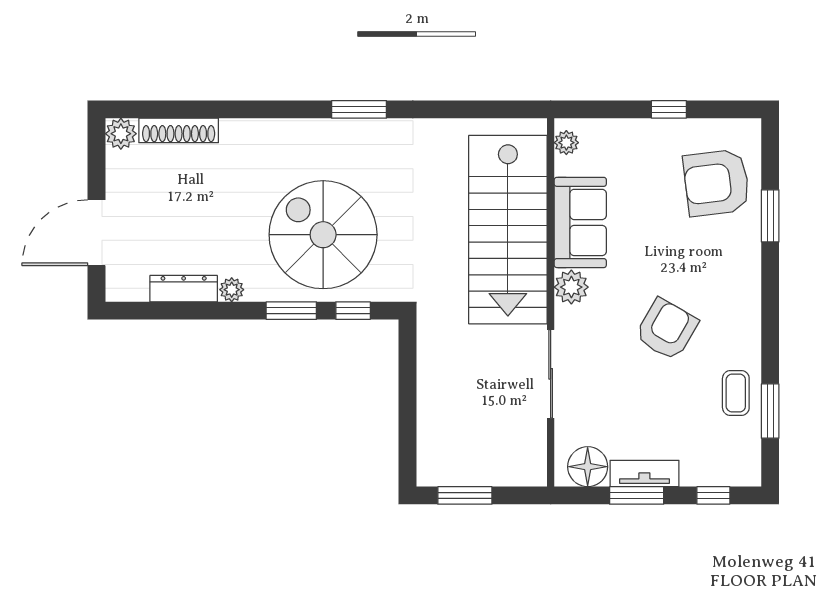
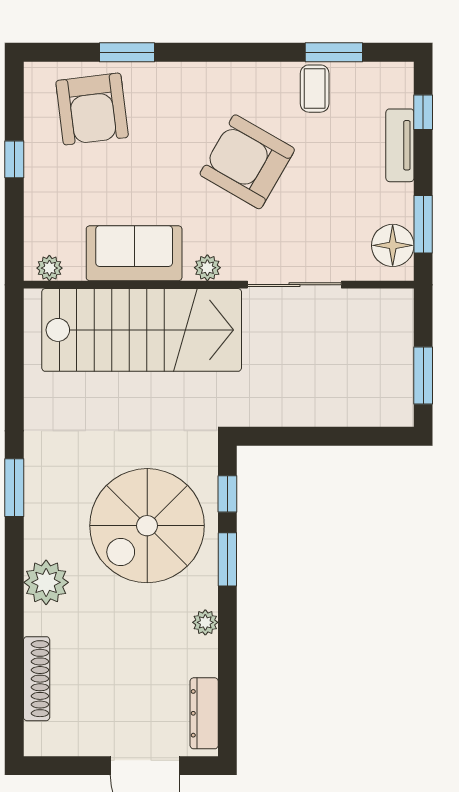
plant: (121, 134) -> (46, 582), moved, width x1.36, depth x1.36
plant: (571, 287) -> (207, 268), width x0.73, depth x0.73
dresser: (184, 289) -> (204, 713), moved
armchair: (667, 329) -> (247, 162), width x1.36, depth x1.36
coffee table: (736, 393) -> (315, 89), turned 90
tv unit: (644, 473) -> (400, 145), moved
window: (637, 495) -> (423, 224), moved

